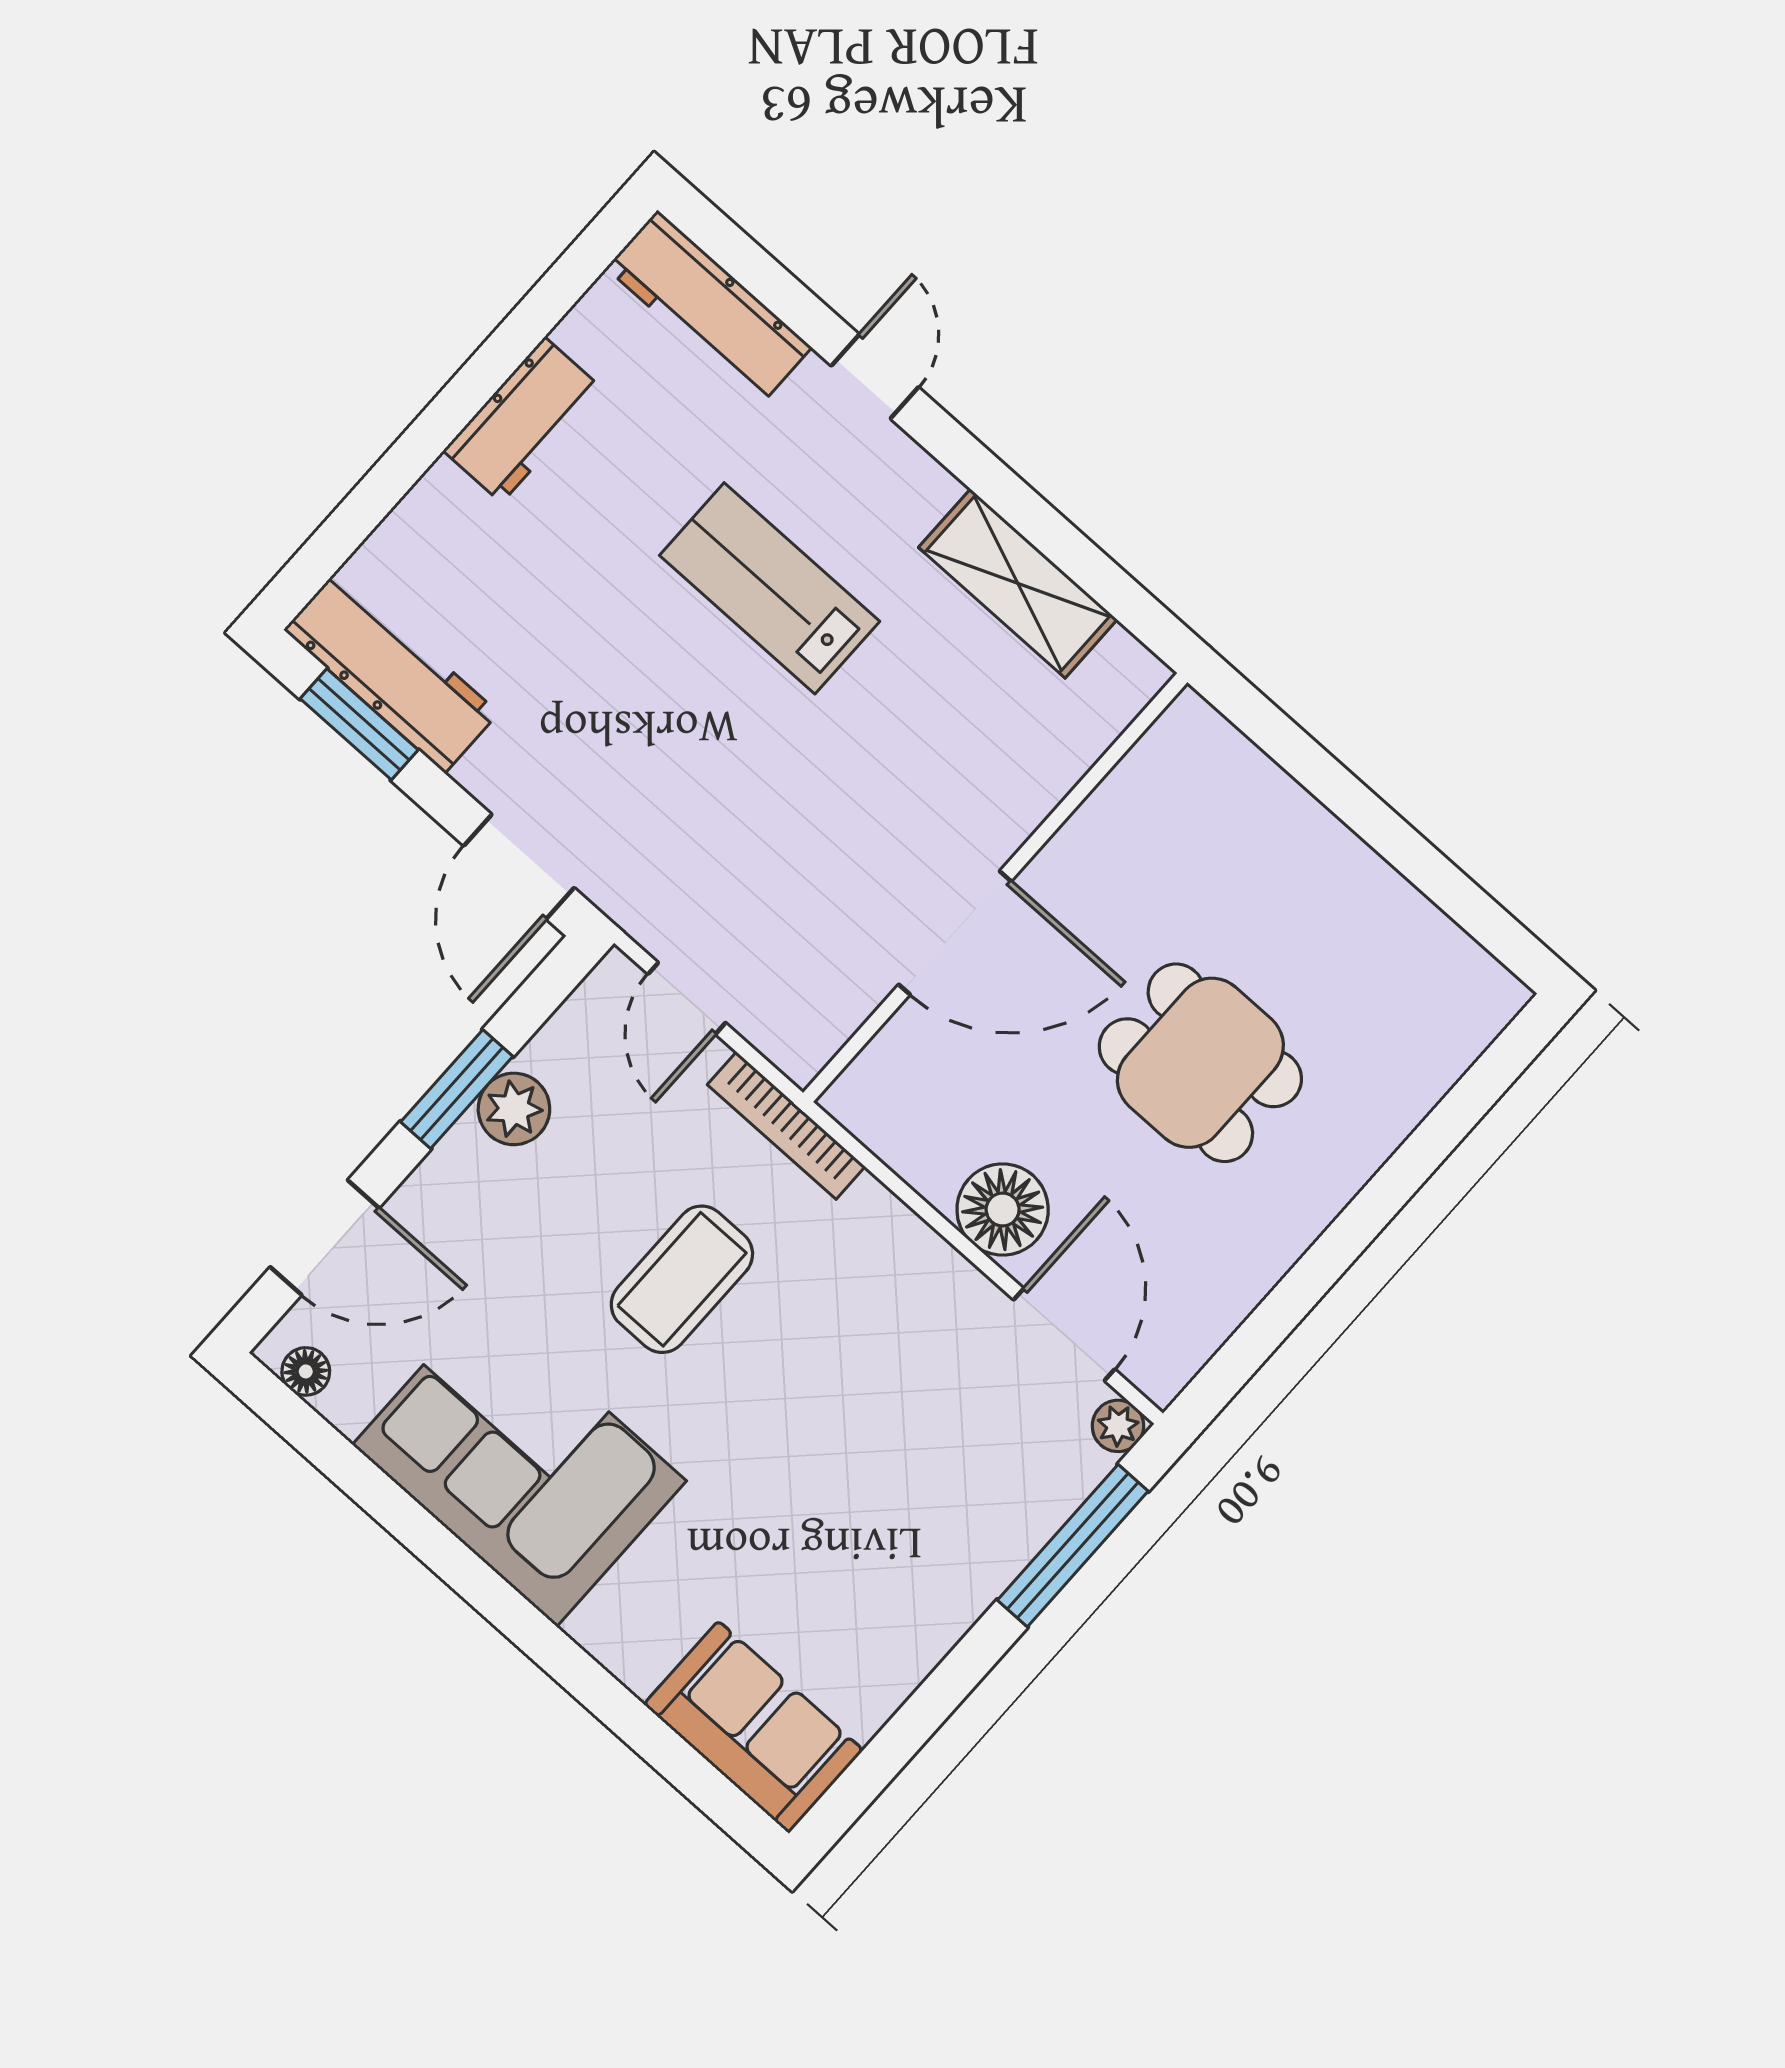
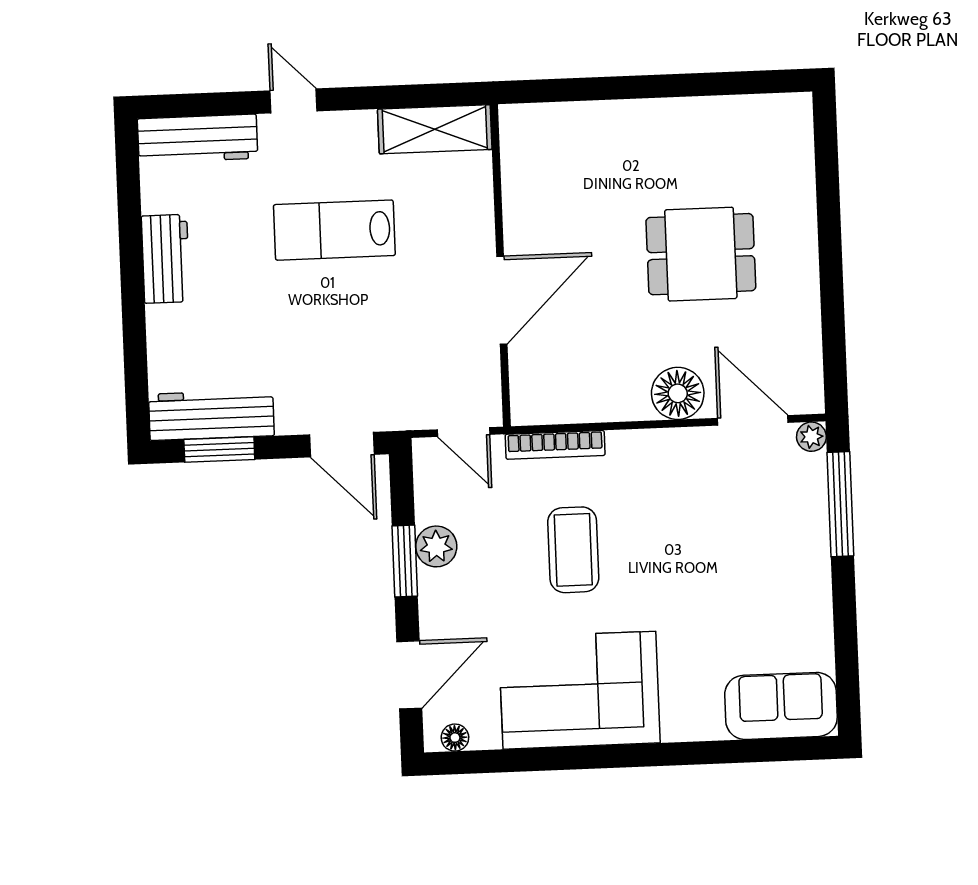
wall: (995, 887) -> (500, 265), moved
door: (955, 933) -> (502, 300), moved

